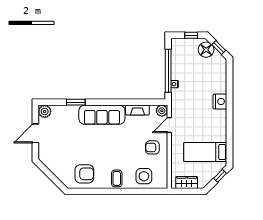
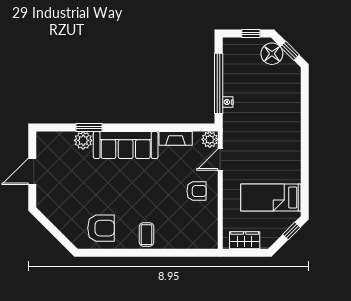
nightstand: (220, 101) -> (291, 126), removed
plant: (45, 111) -> (83, 140), moved
armchair: (152, 147) -> (197, 191), turned 180
side table: (144, 176) -> (185, 231), removed

